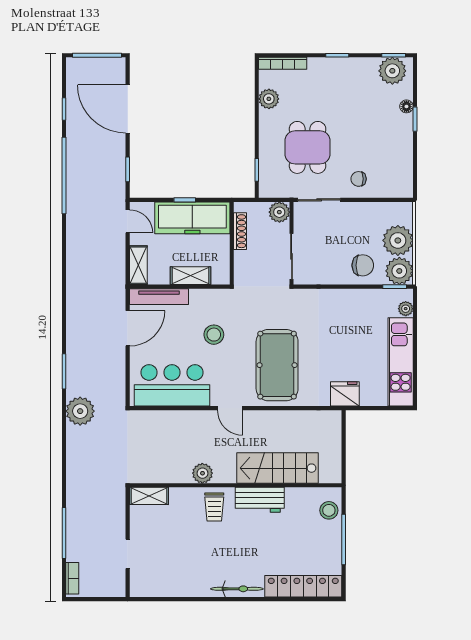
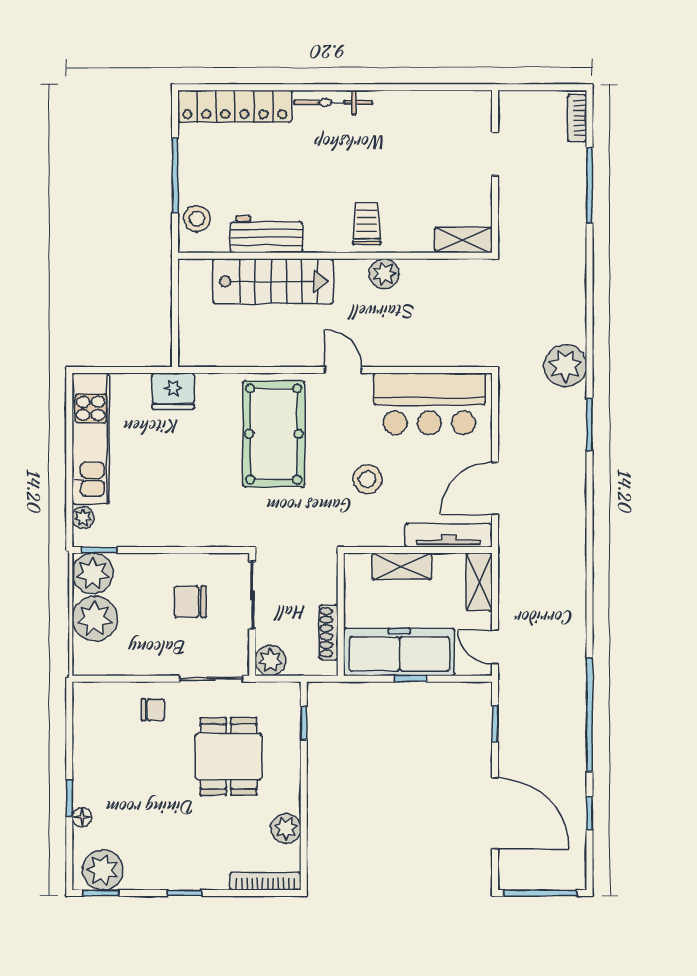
chair: (363, 265) -> (190, 602), moved
workbench: (260, 500) -> (266, 234), moved

